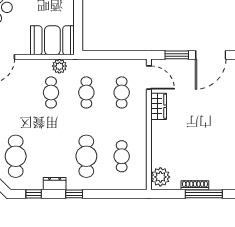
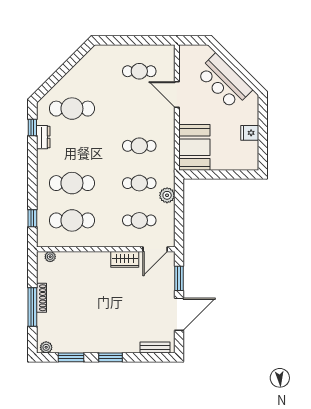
door: (211, 55) -> (179, 314), swing flipped
plant: (59, 66) -> (167, 195), moved
cafe table: (122, 156) -> (72, 220), width x1.37, depth x1.35
plant: (160, 177) -> (50, 257), width x0.53, depth x0.53
dresser: (55, 184) -> (43, 137), moved
window: (74, 194) -> (32, 218), moved

